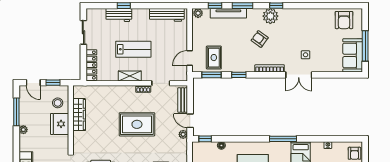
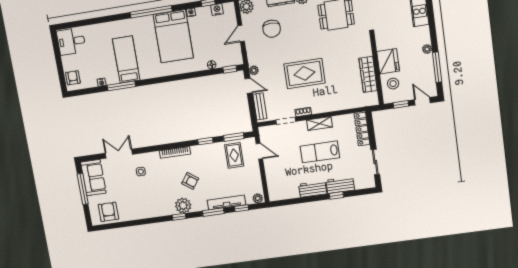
workbench: (167, 15) -> (313, 189), moved, width x0.73
door: (190, 58) -> (259, 151), hinge flipped
double door: (299, 75) -> (119, 154), moved
window: (283, 139) -> (121, 86), moved

